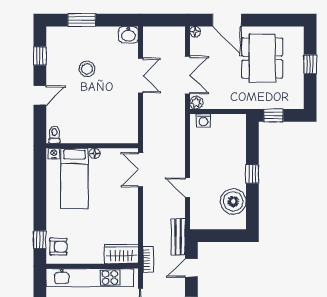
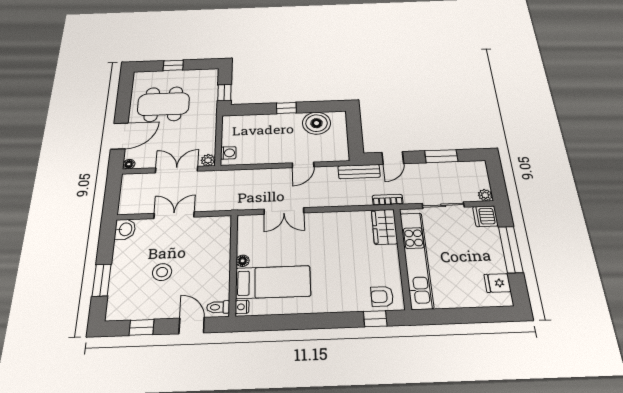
toilet: (54, 135) -> (218, 307), moved
wall: (92, 146) -> (233, 264), moved
nightstand: (54, 154) -> (242, 307), moved
floor lamp: (95, 154) -> (243, 261), moved
bed: (74, 178) -> (273, 282), moved
armchair: (58, 247) -> (382, 296), turned -90
door: (191, 268) -> (393, 158), hinge flipped

